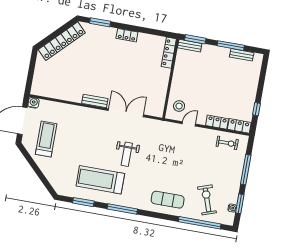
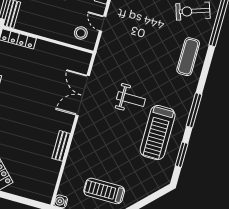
bench: (95, 101) -> (61, 146), moved

